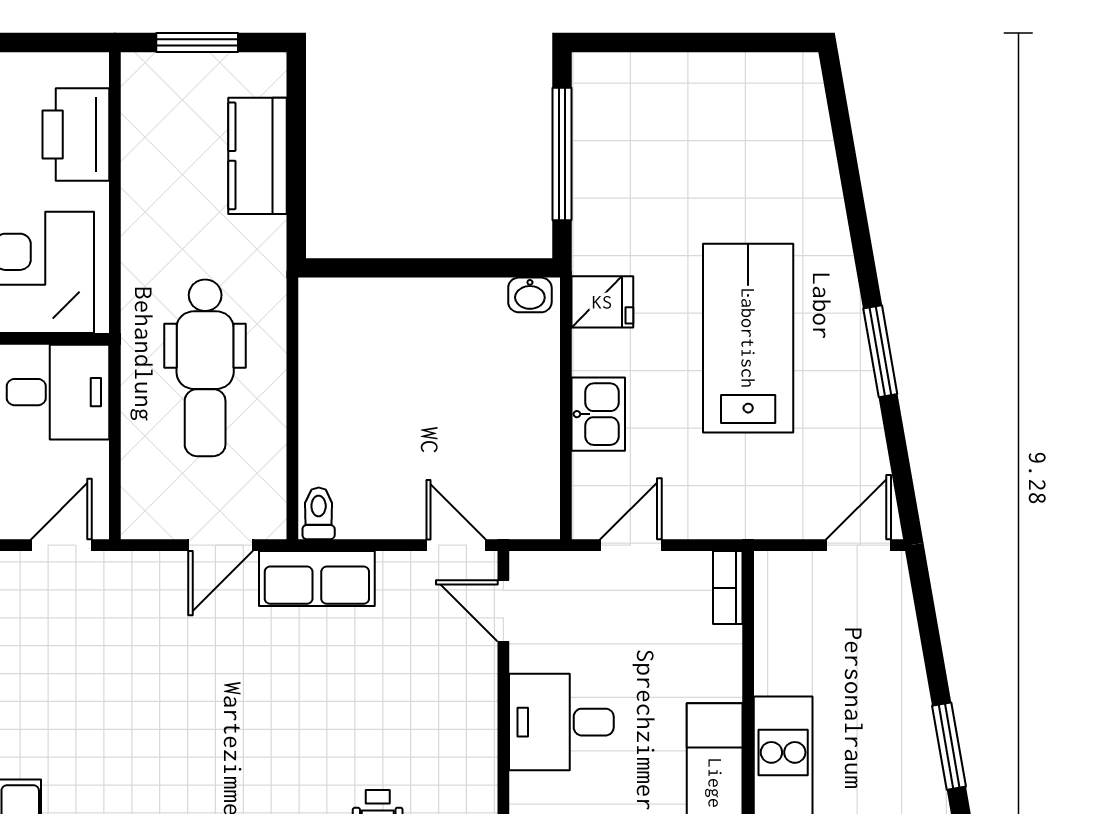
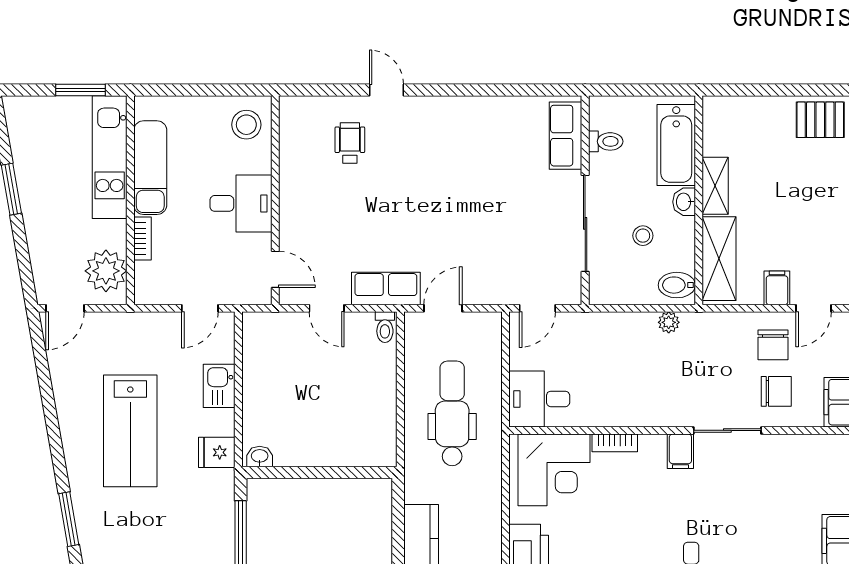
window: (880, 351) -> (69, 519), moved
door: (456, 545) -> (327, 308), moved
bookcase: (728, 588) -> (142, 239), moved
plant: (789, 608) -> (106, 271), added

